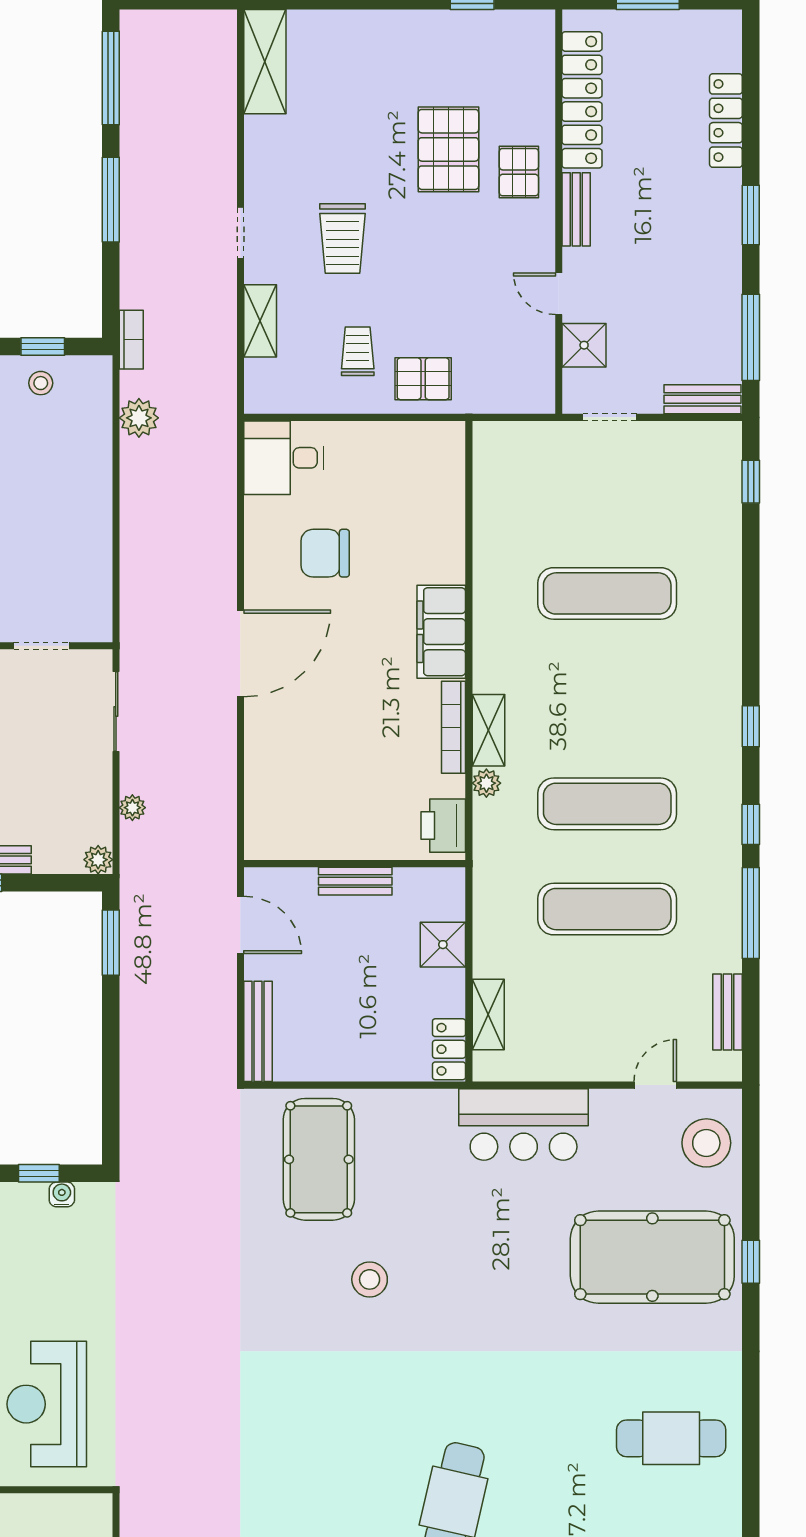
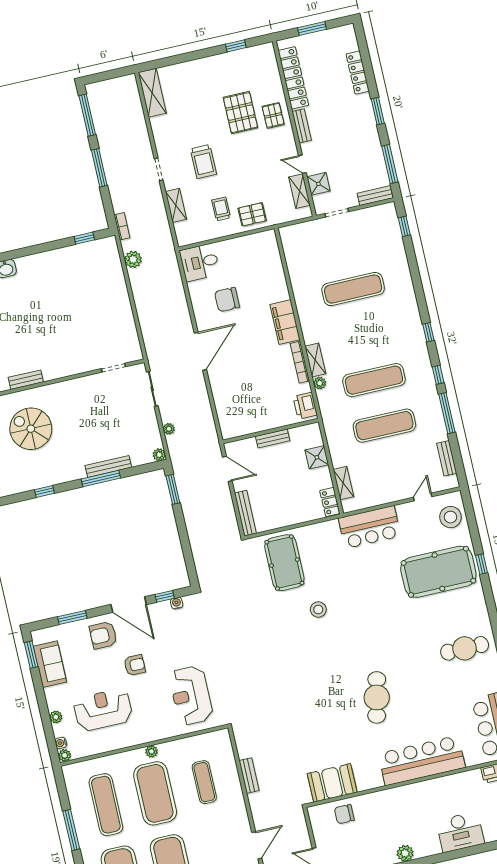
shelving: (539, 352) -> (299, 191), added
stool: (41, 383) -> (87, 254), removed

